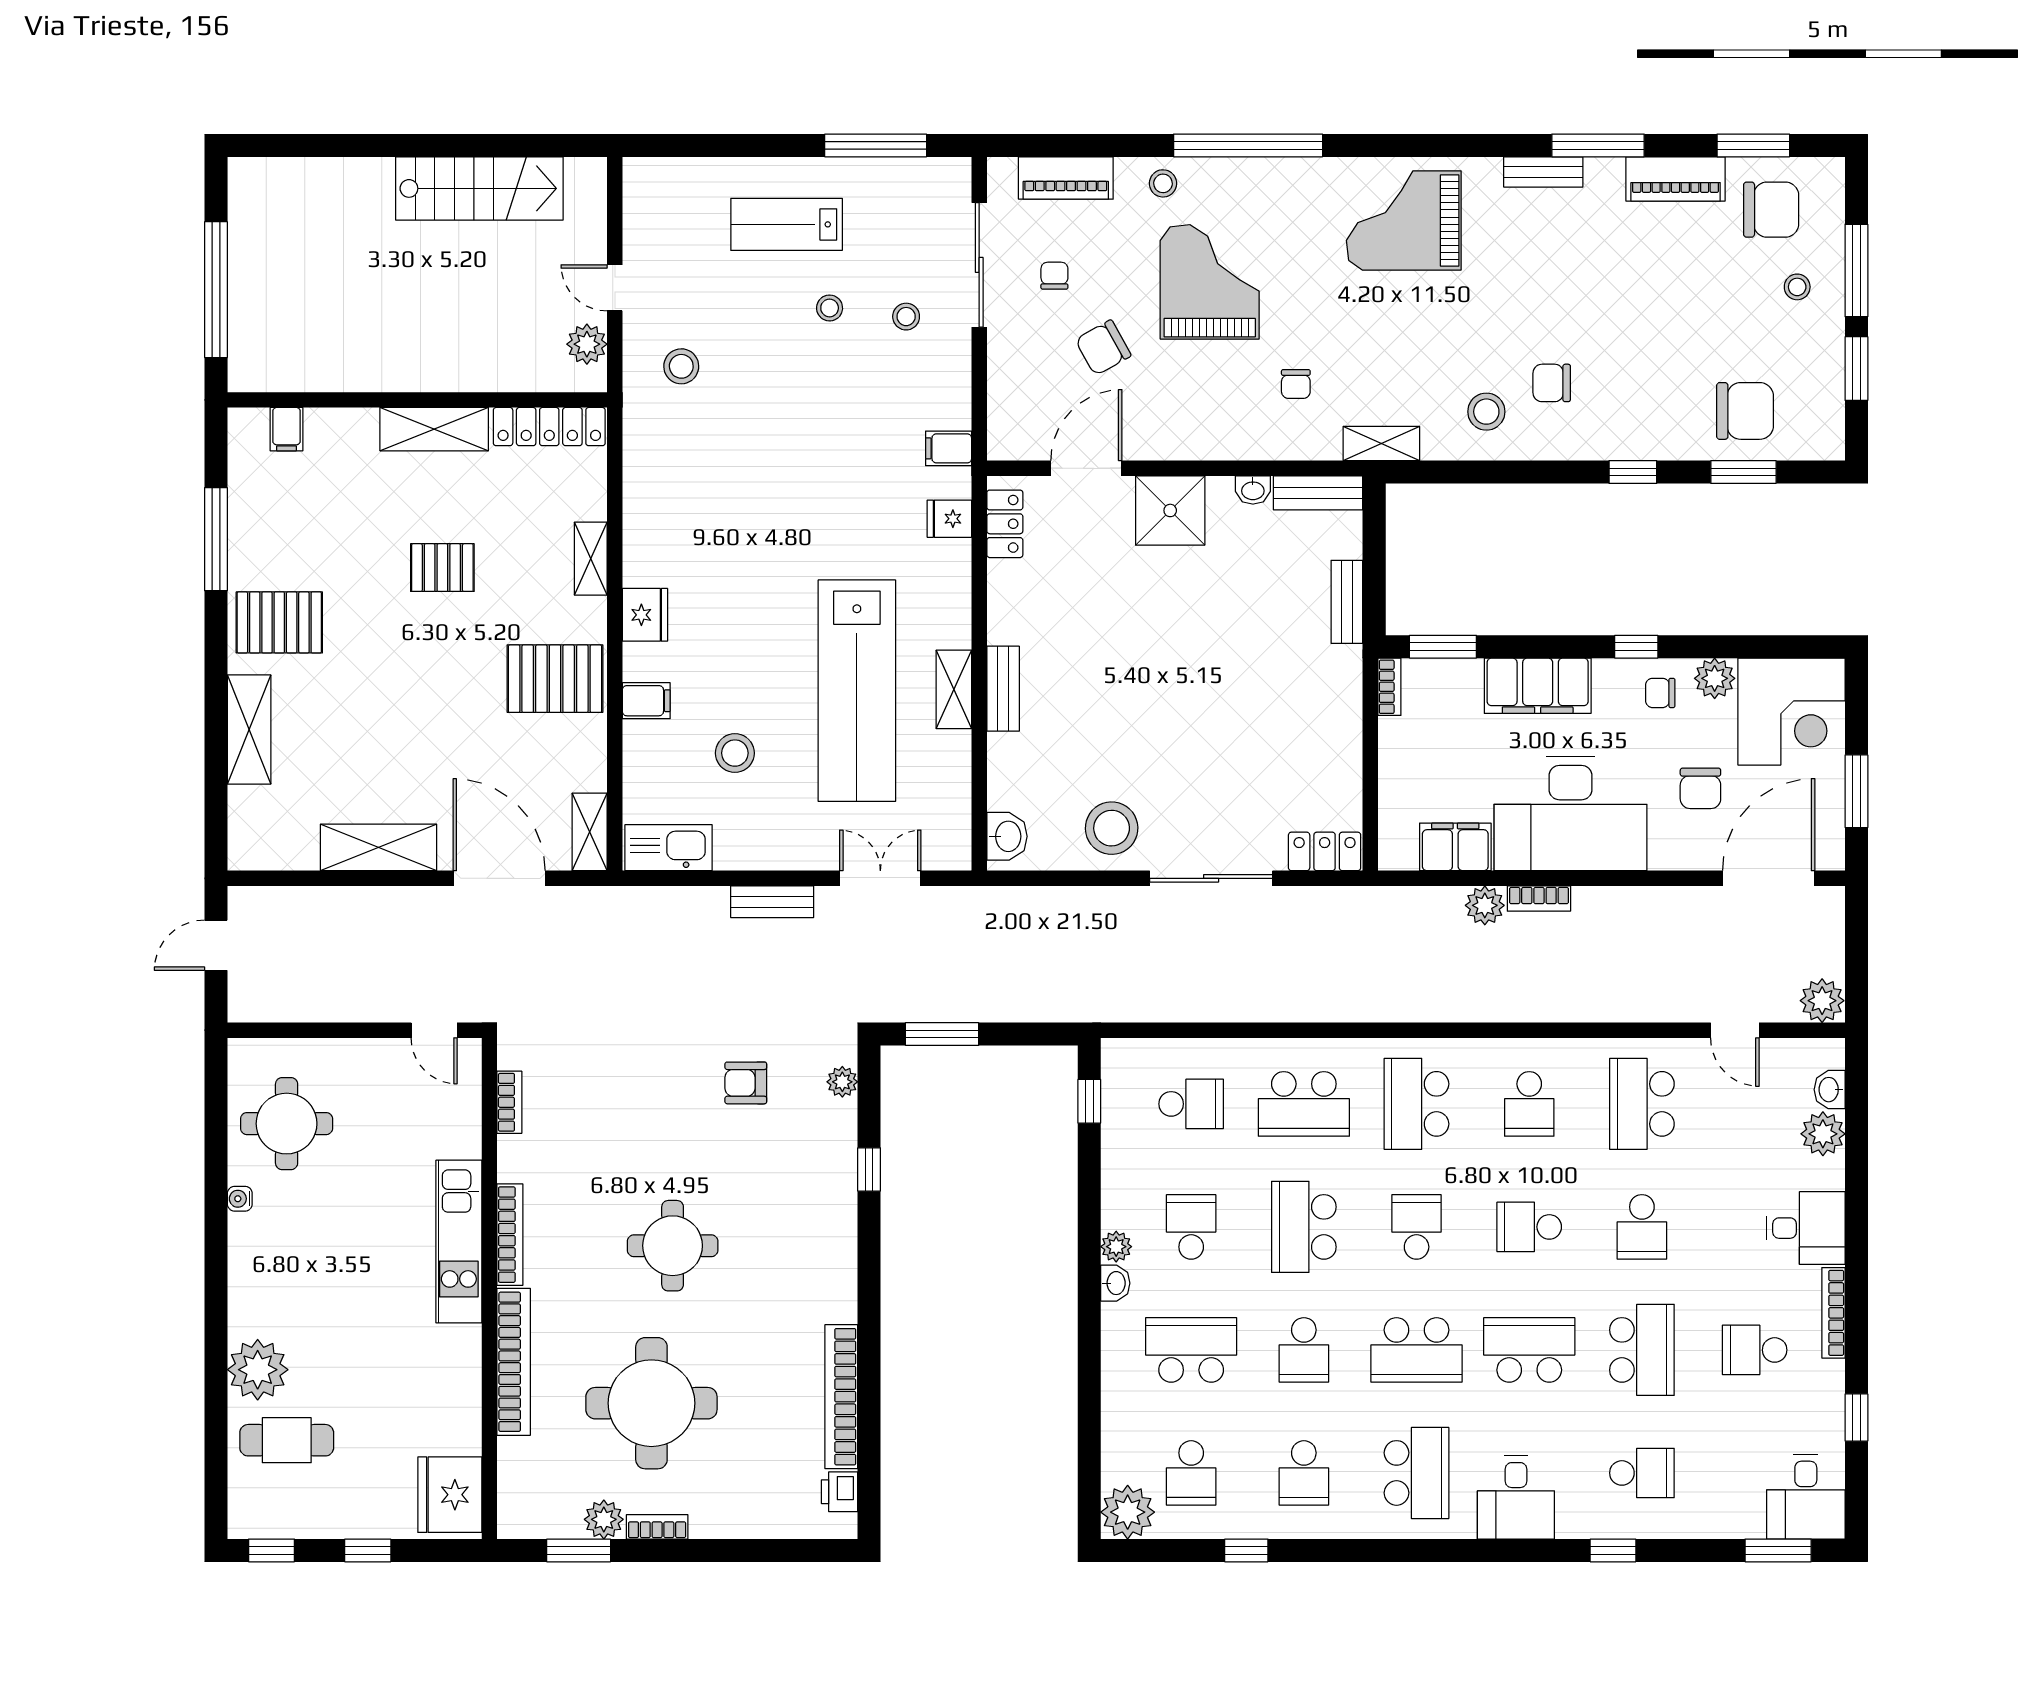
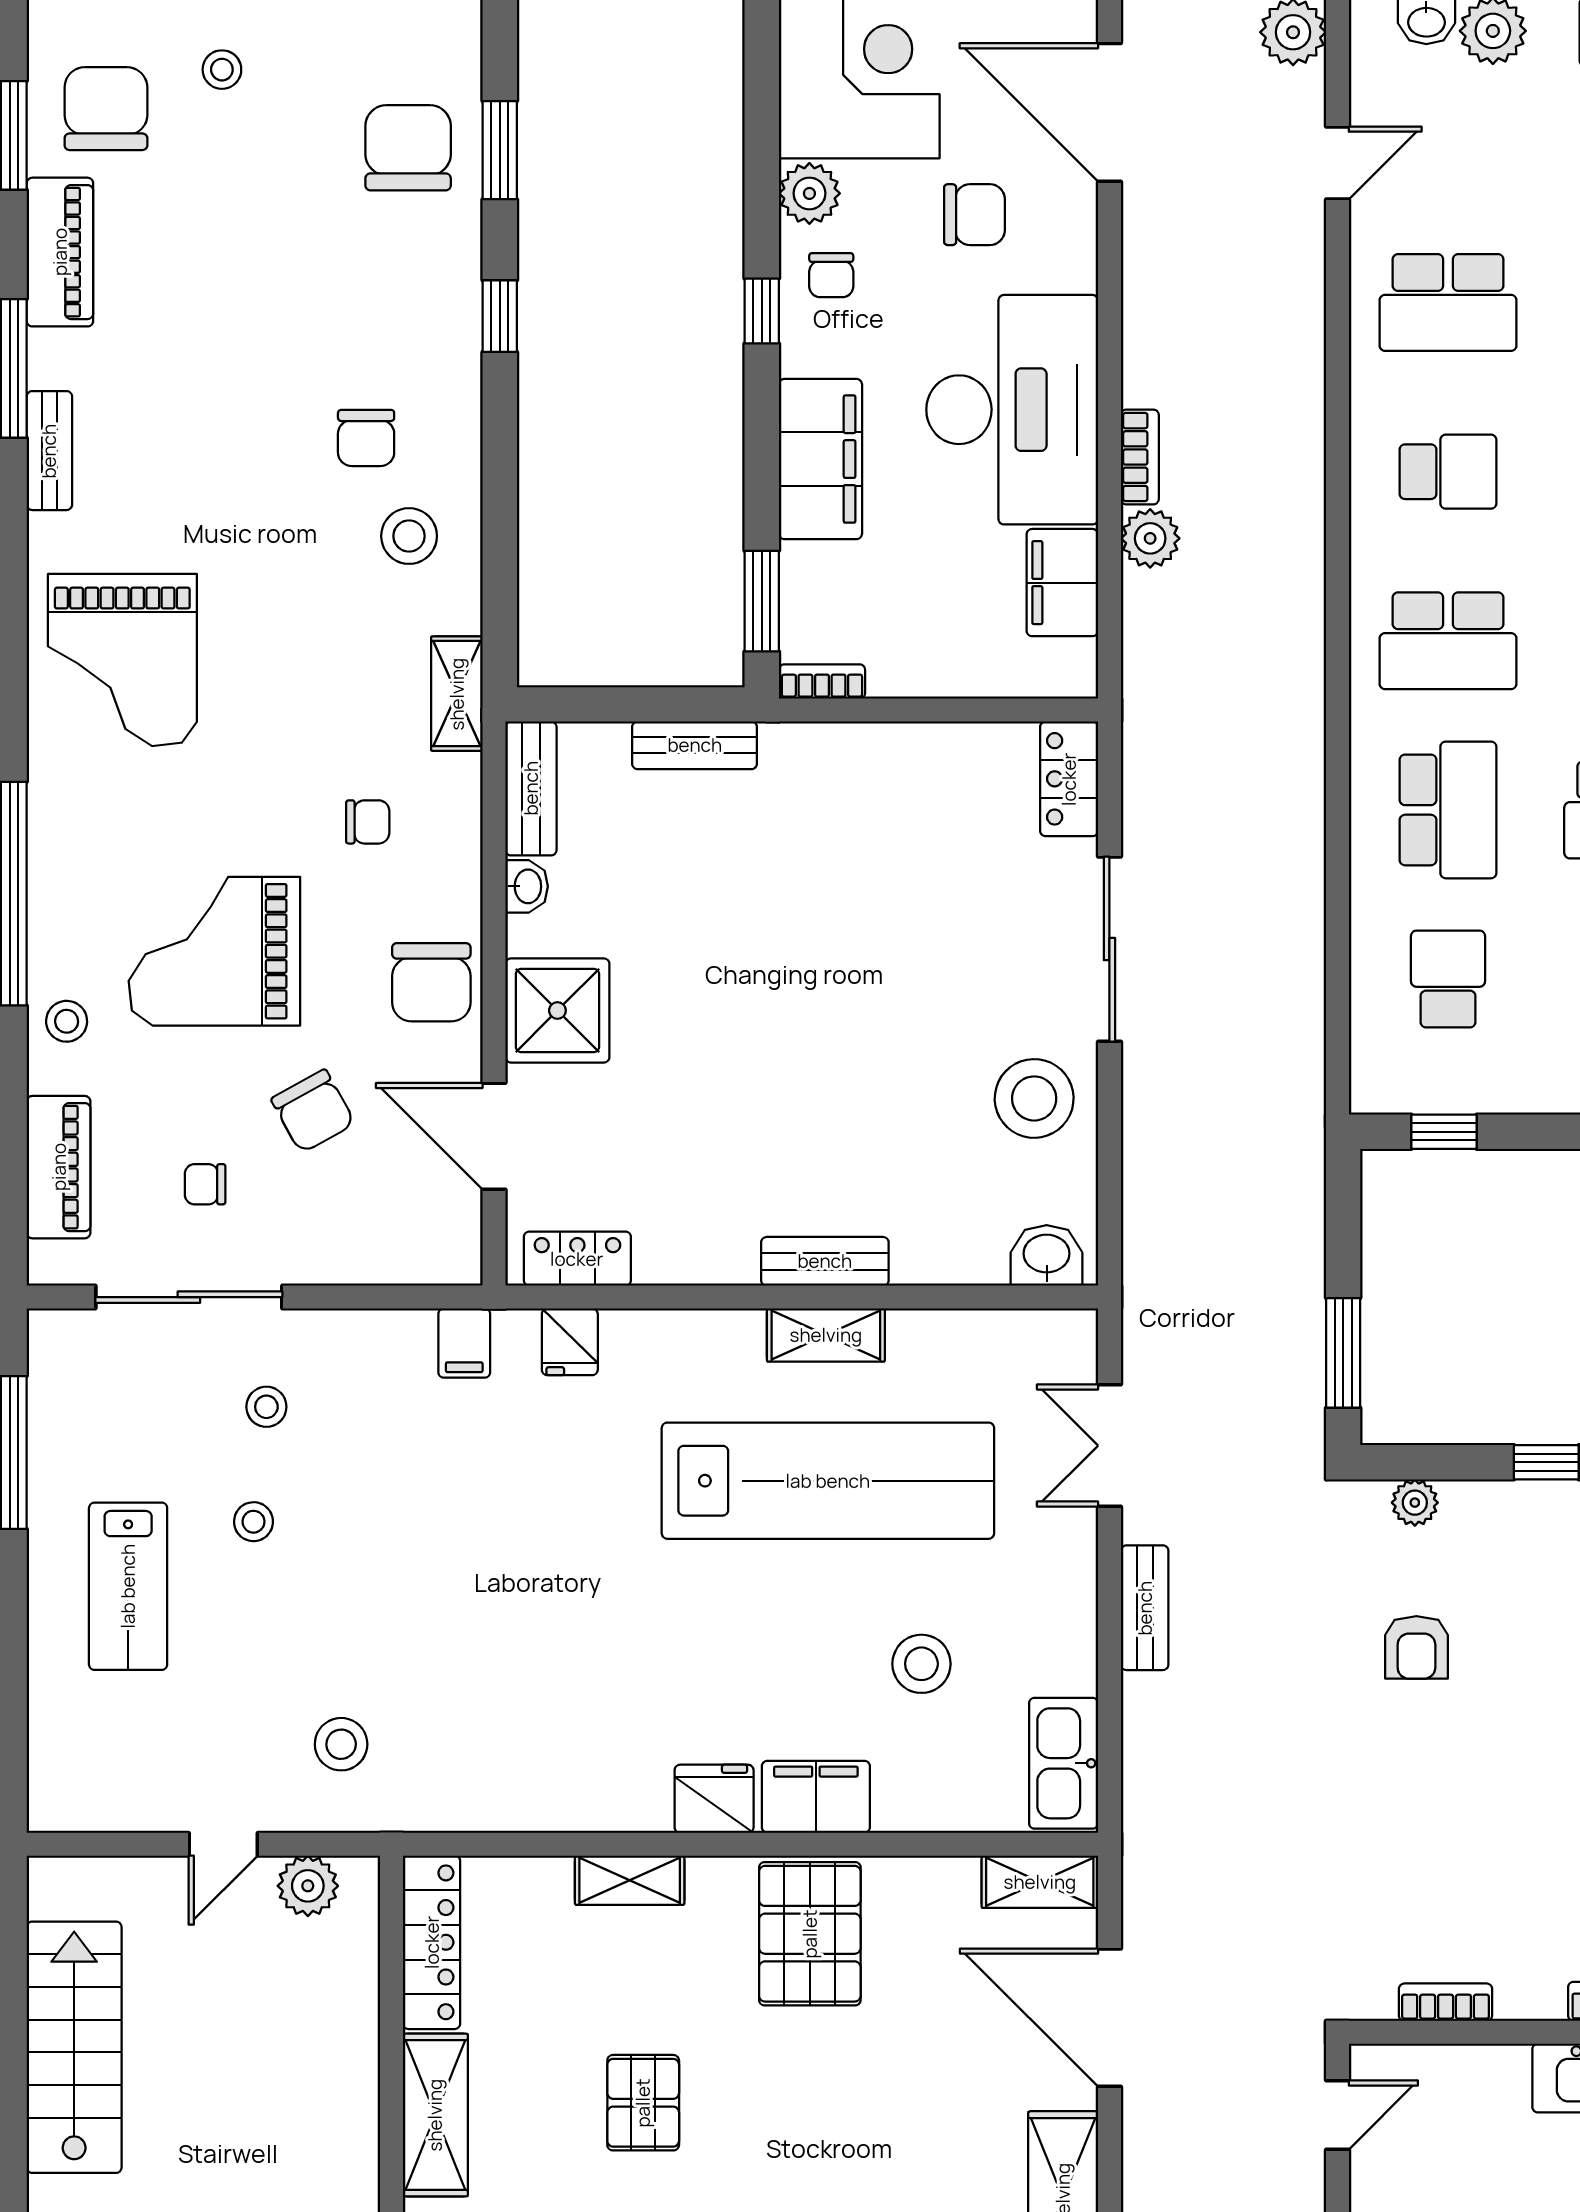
chair: (1189, 426) -> (431, 982), added
filing cabinet: (646, 701) -> (816, 1797), width x2.00
door: (499, 878) -> (1109, 2018), hinge flipped

